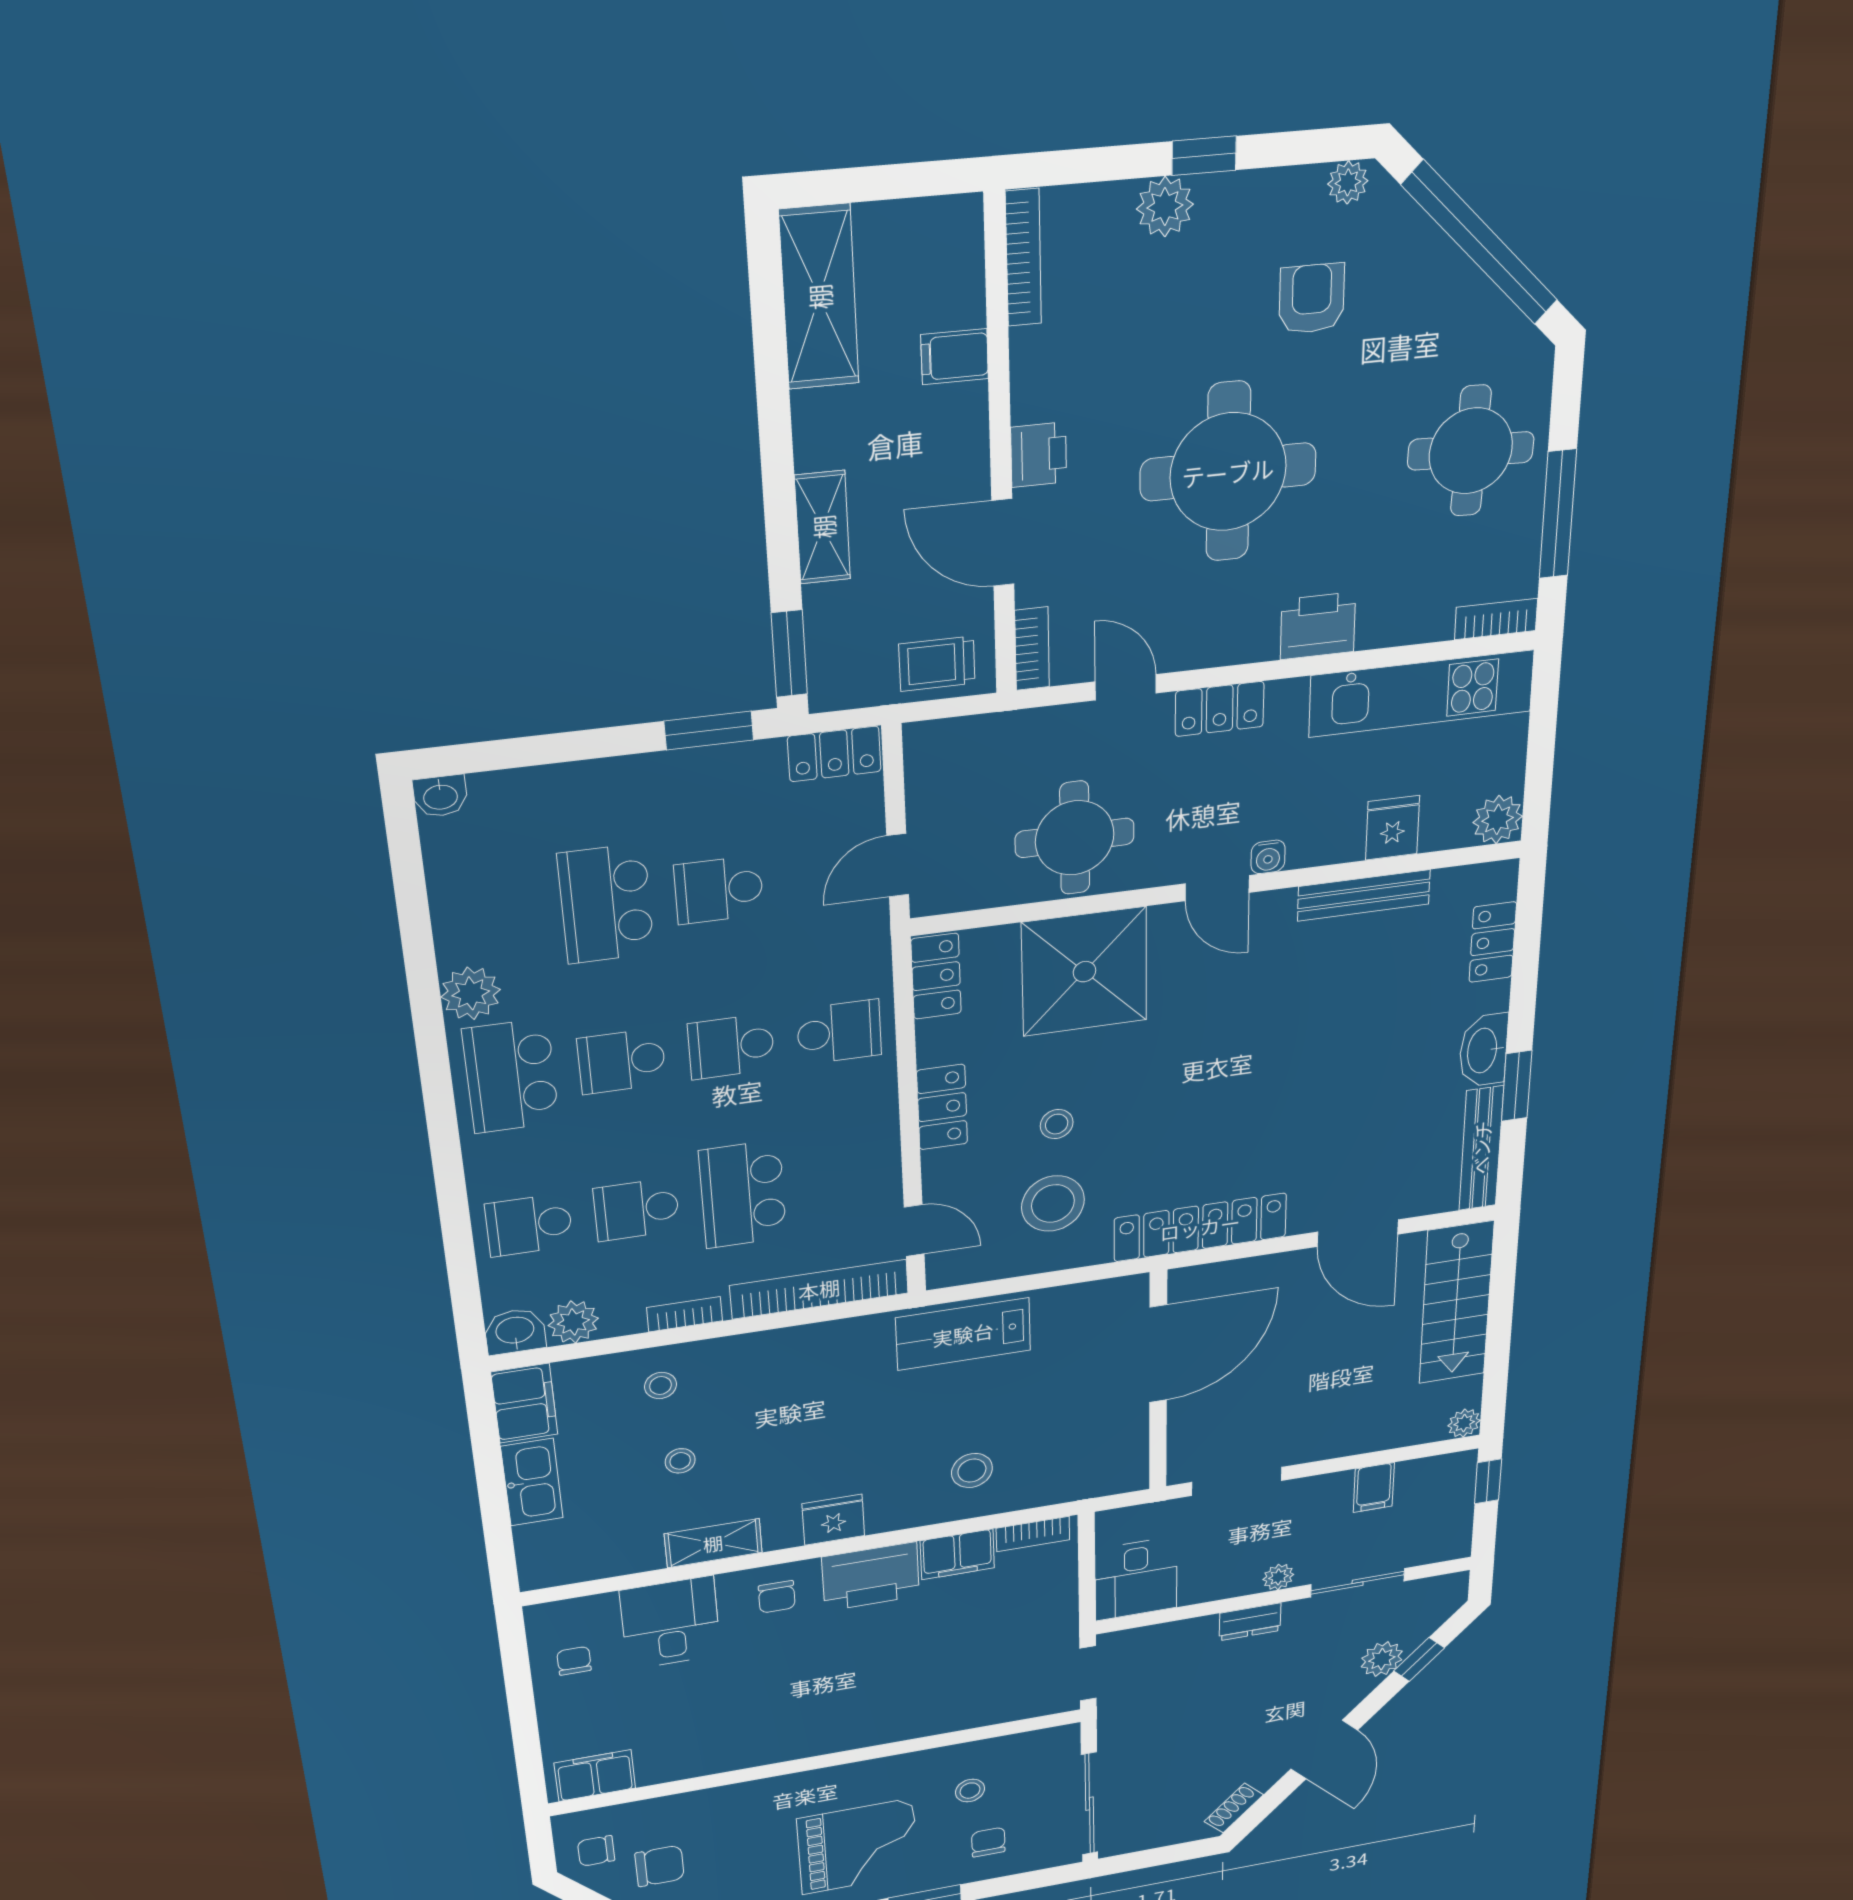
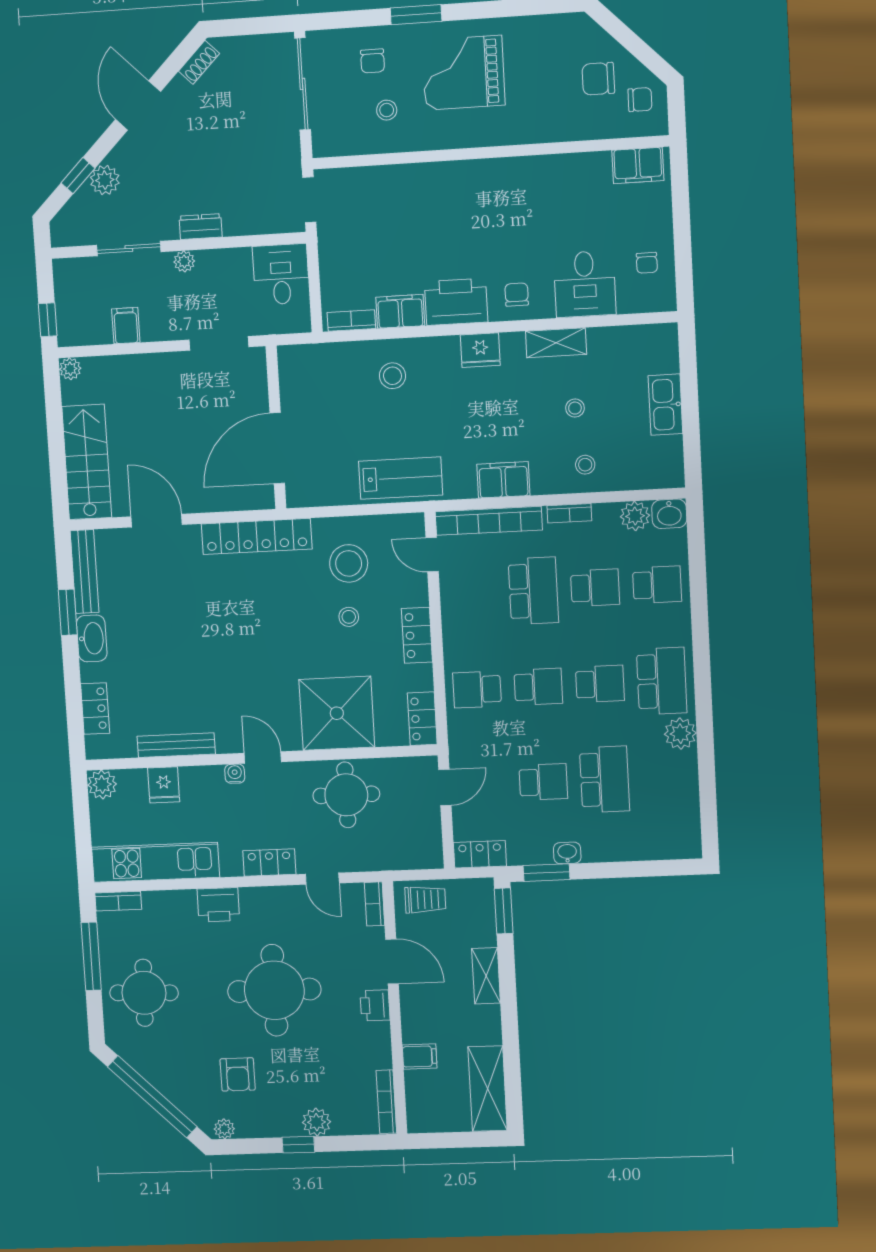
washbasin: (440, 796) -> (567, 853), moved
filing cabinet: (524, 1403) -> (503, 480), moved, turned 90

